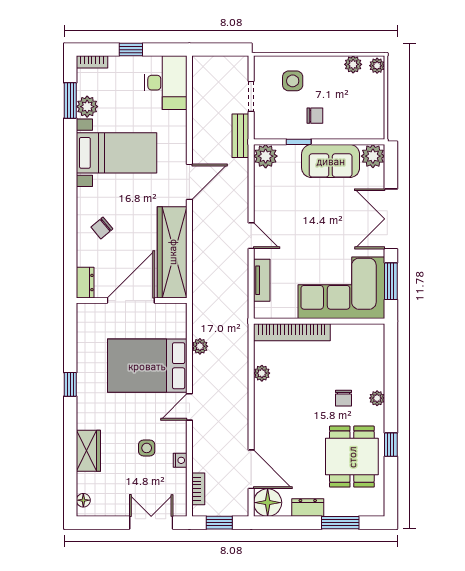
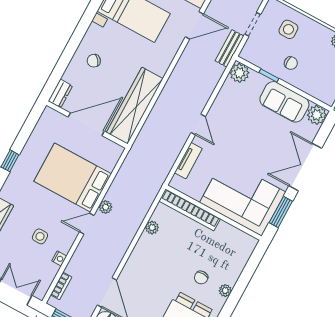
door: (189, 182) -> (194, 25), moved
plant: (200, 346) -> (106, 207), moved

